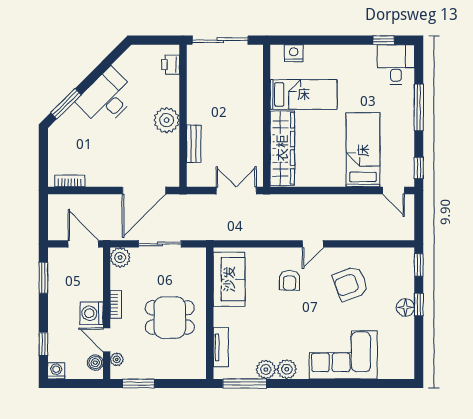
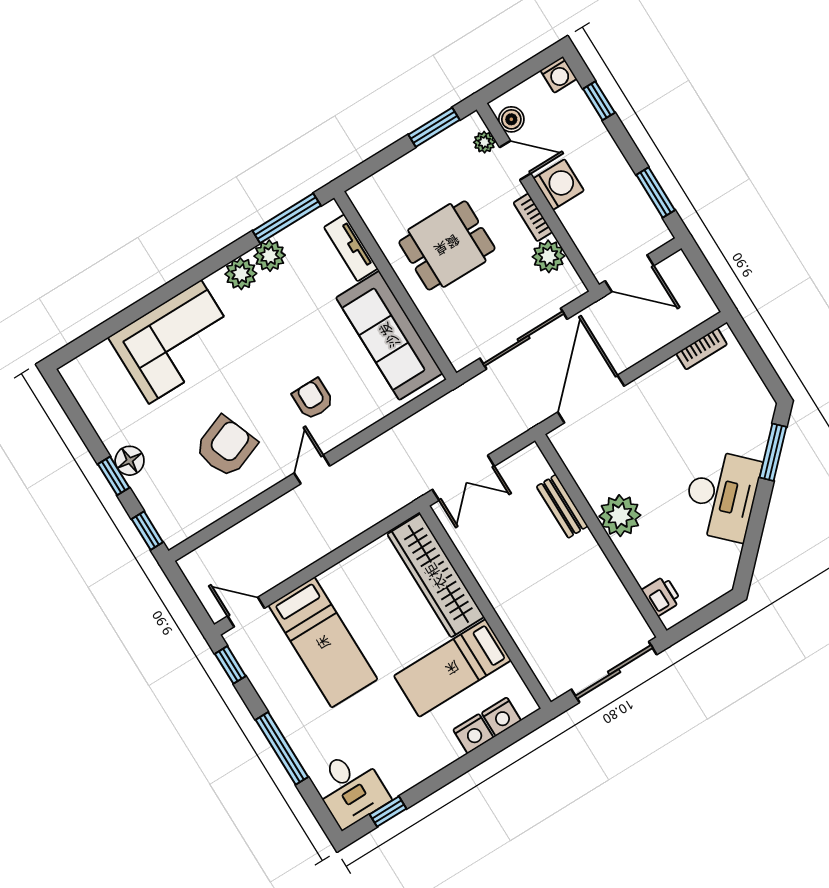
nightstand: (314, 53) -> (473, 734), added
sliding door: (160, 244) -> (524, 339), width x1.37
plant: (120, 257) -> (549, 256), moved
sofa: (229, 279) -> (389, 335), width x1.36

